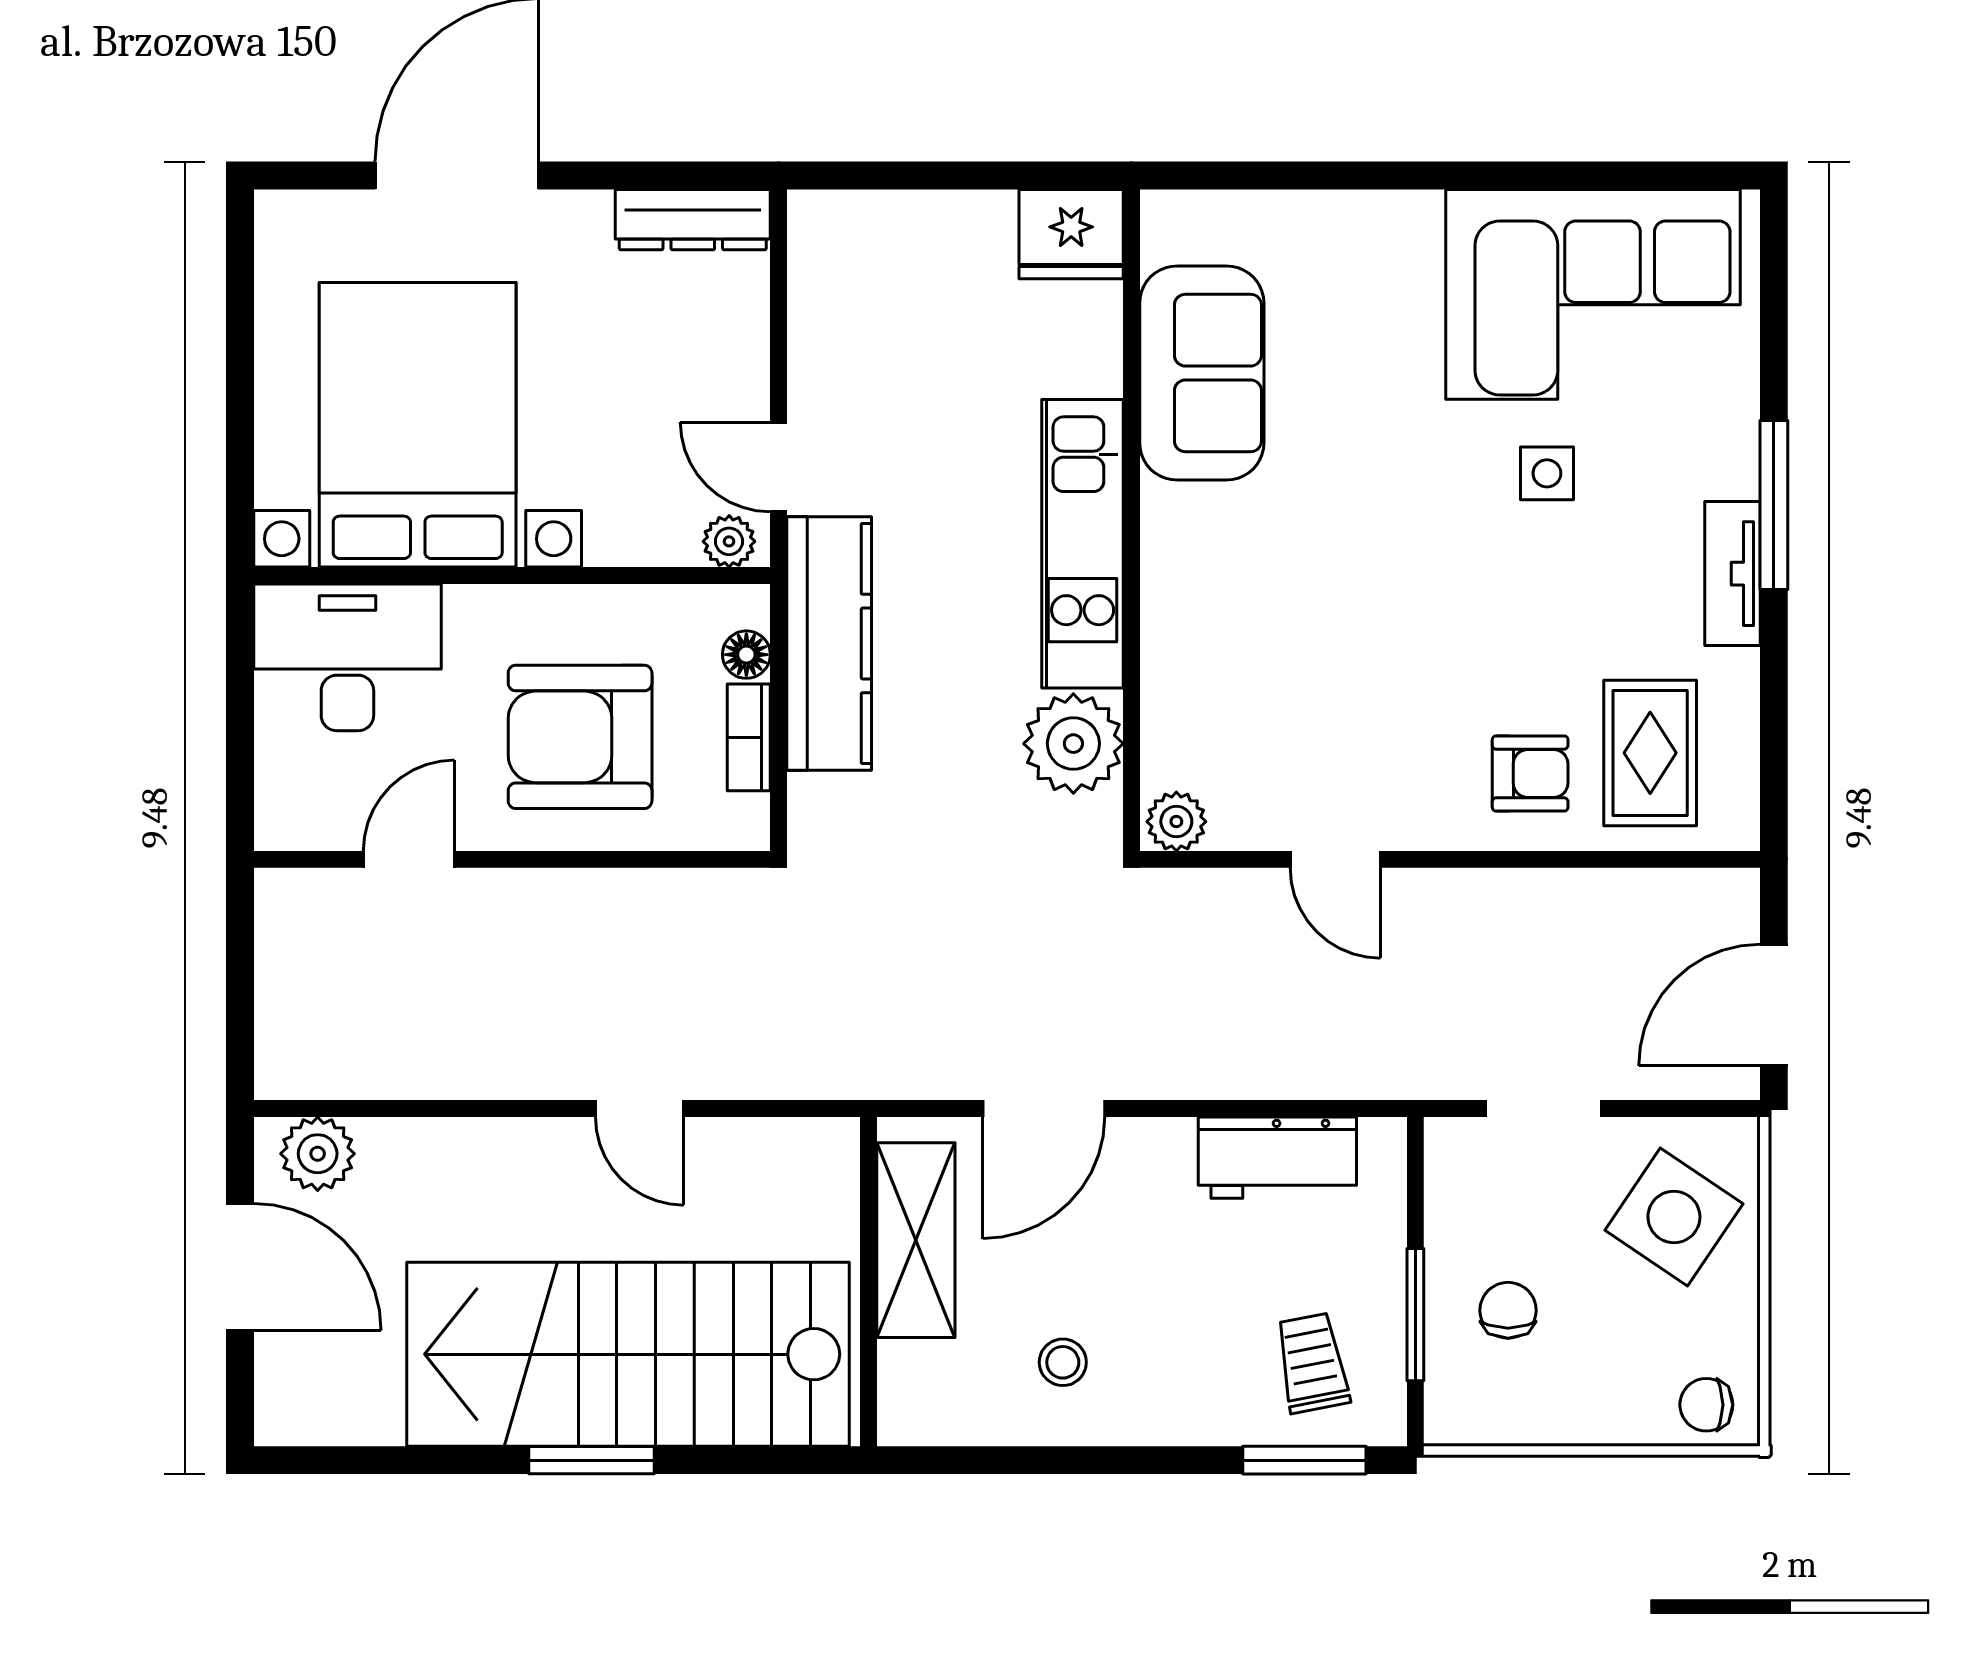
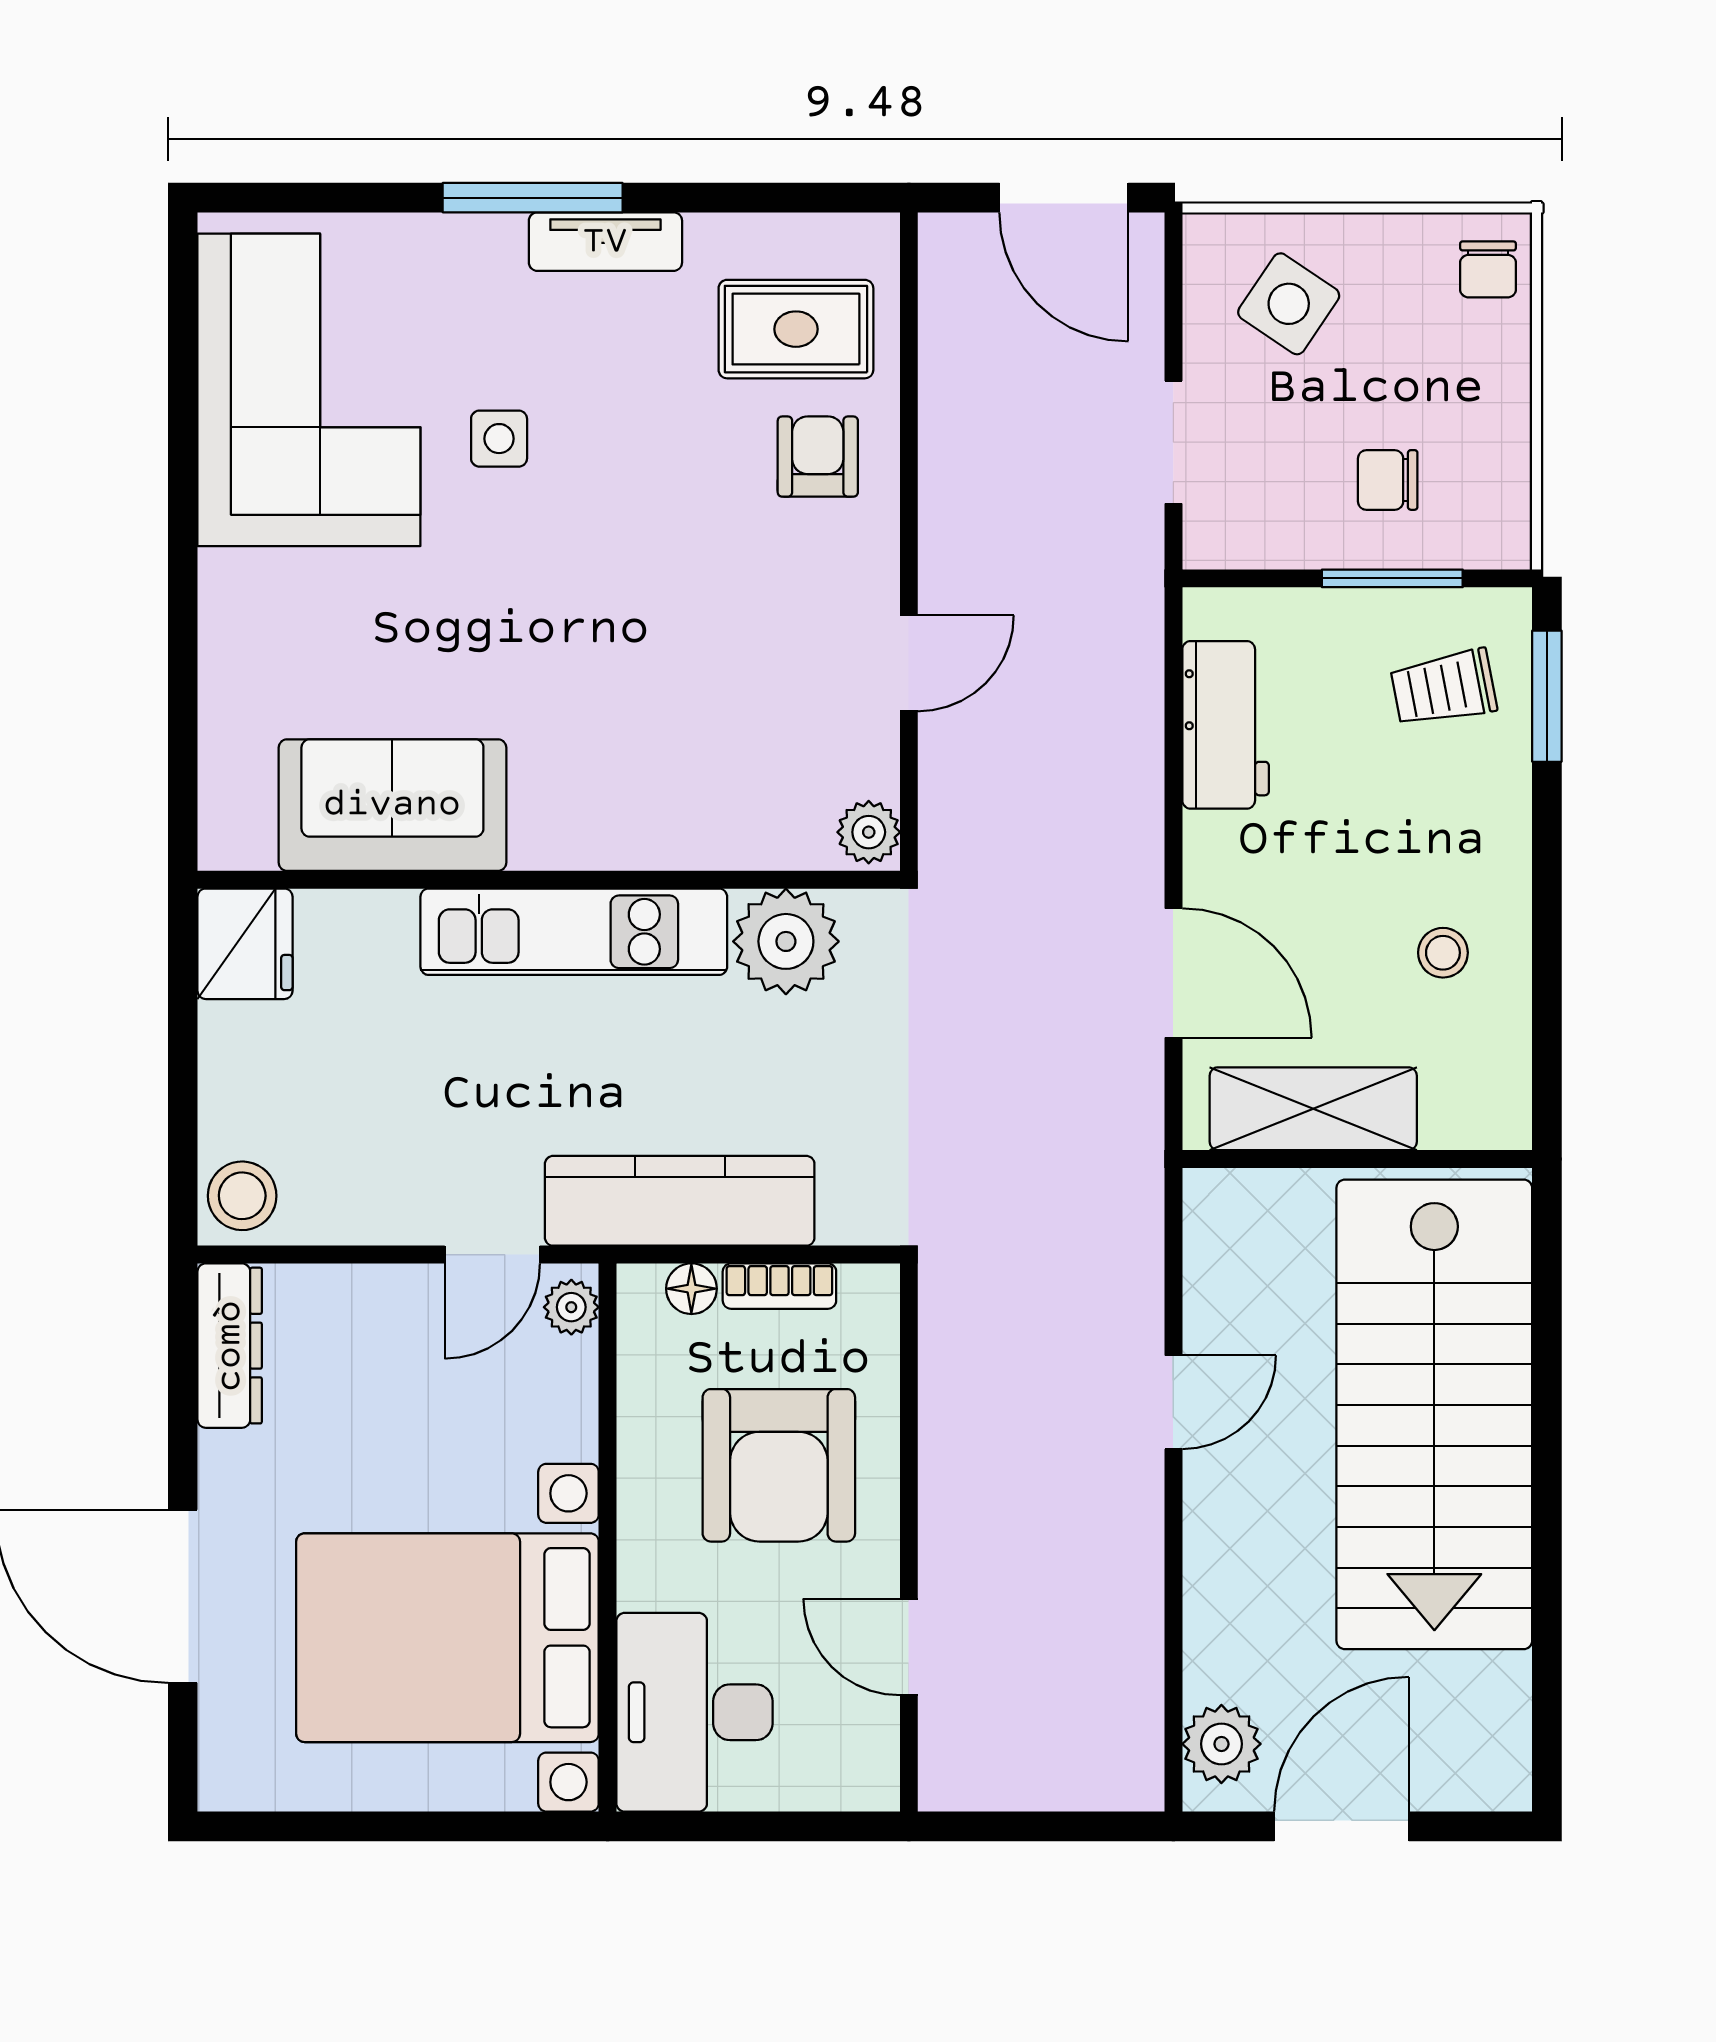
stool: (834, 231) -> (242, 1196), added
side table: (1674, 1217) -> (1289, 304), width x0.73, depth x0.73
window: (592, 1460) -> (1547, 1453), removed

